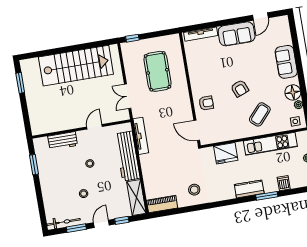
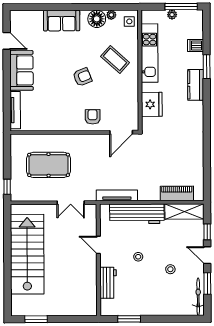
stool: (194, 190) -> (186, 146), removed
piano: (162, 204) -> (177, 193), moved, turned 90

